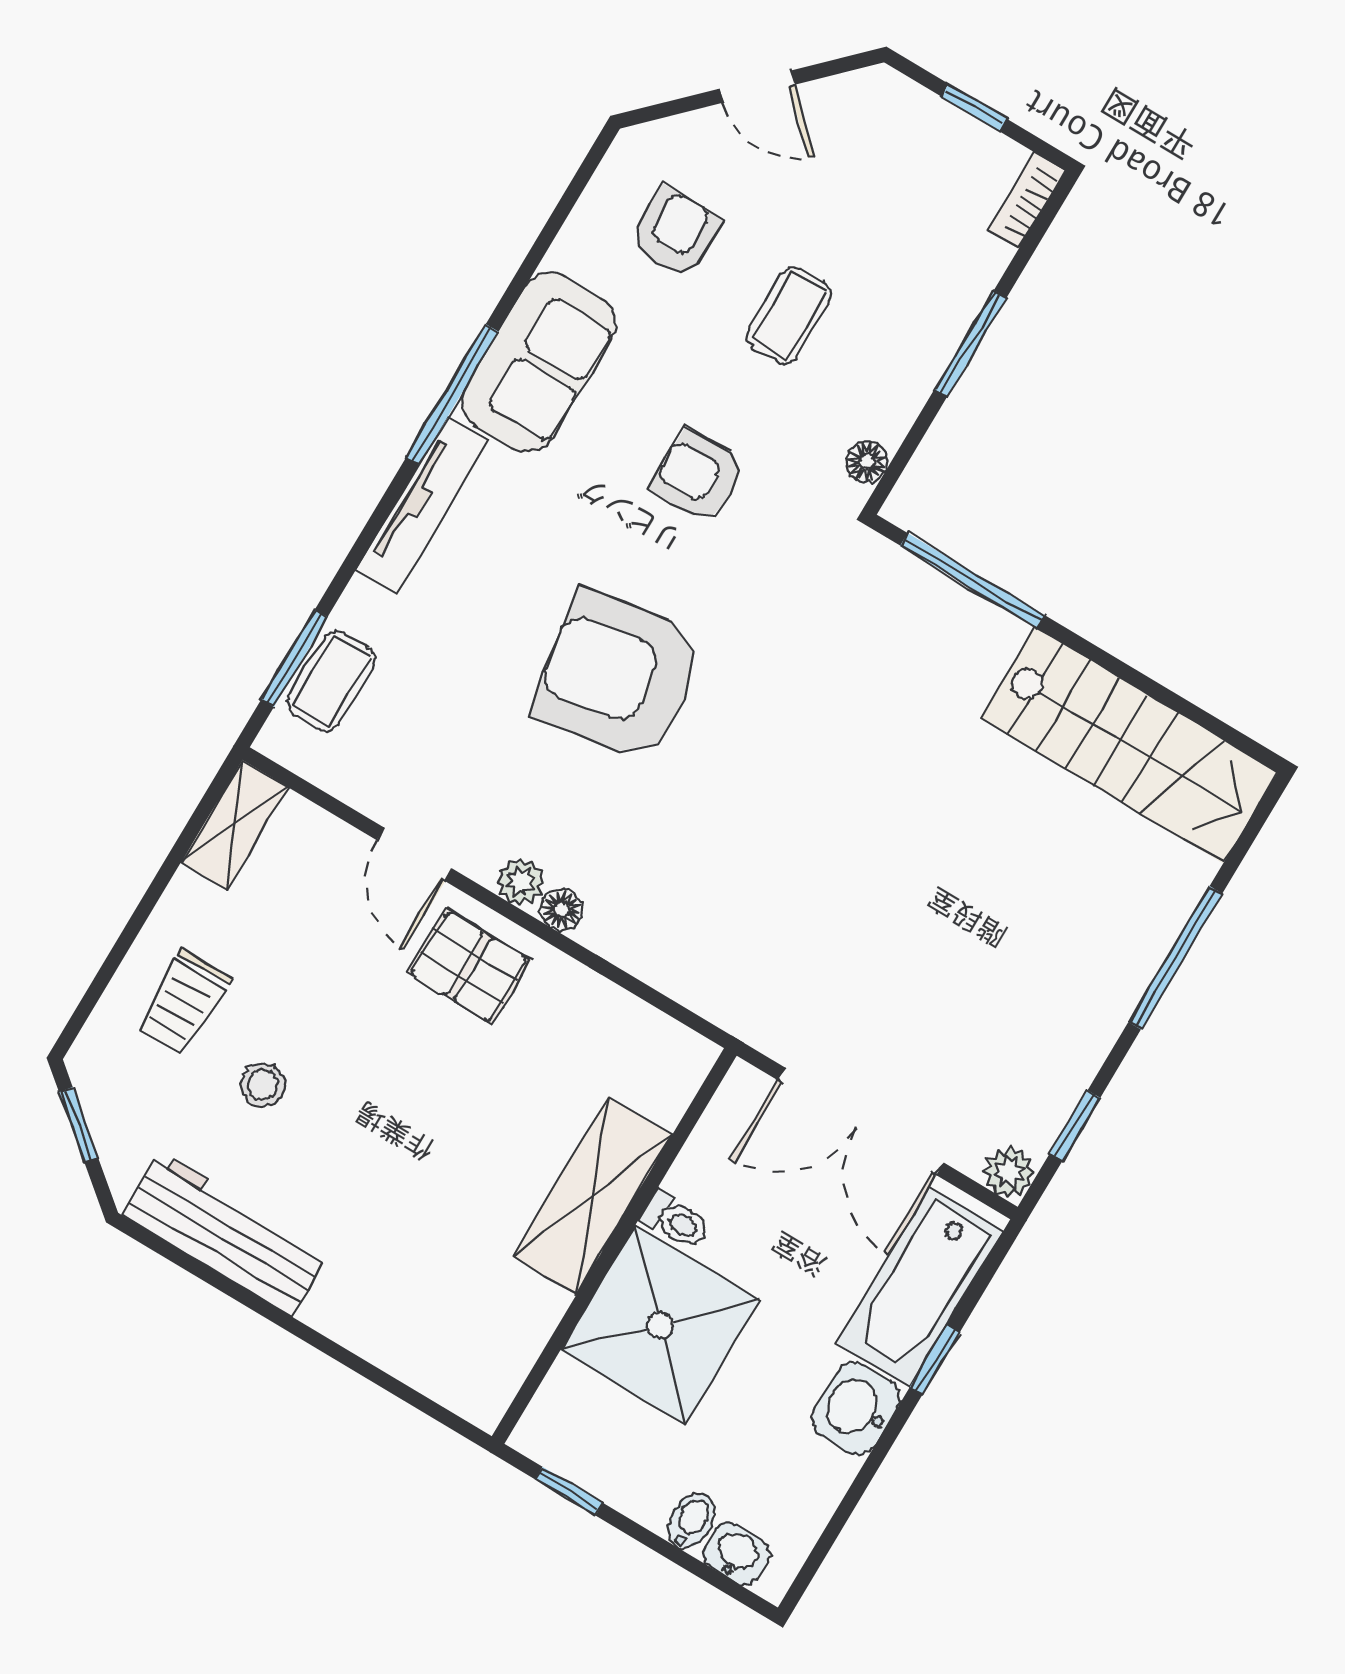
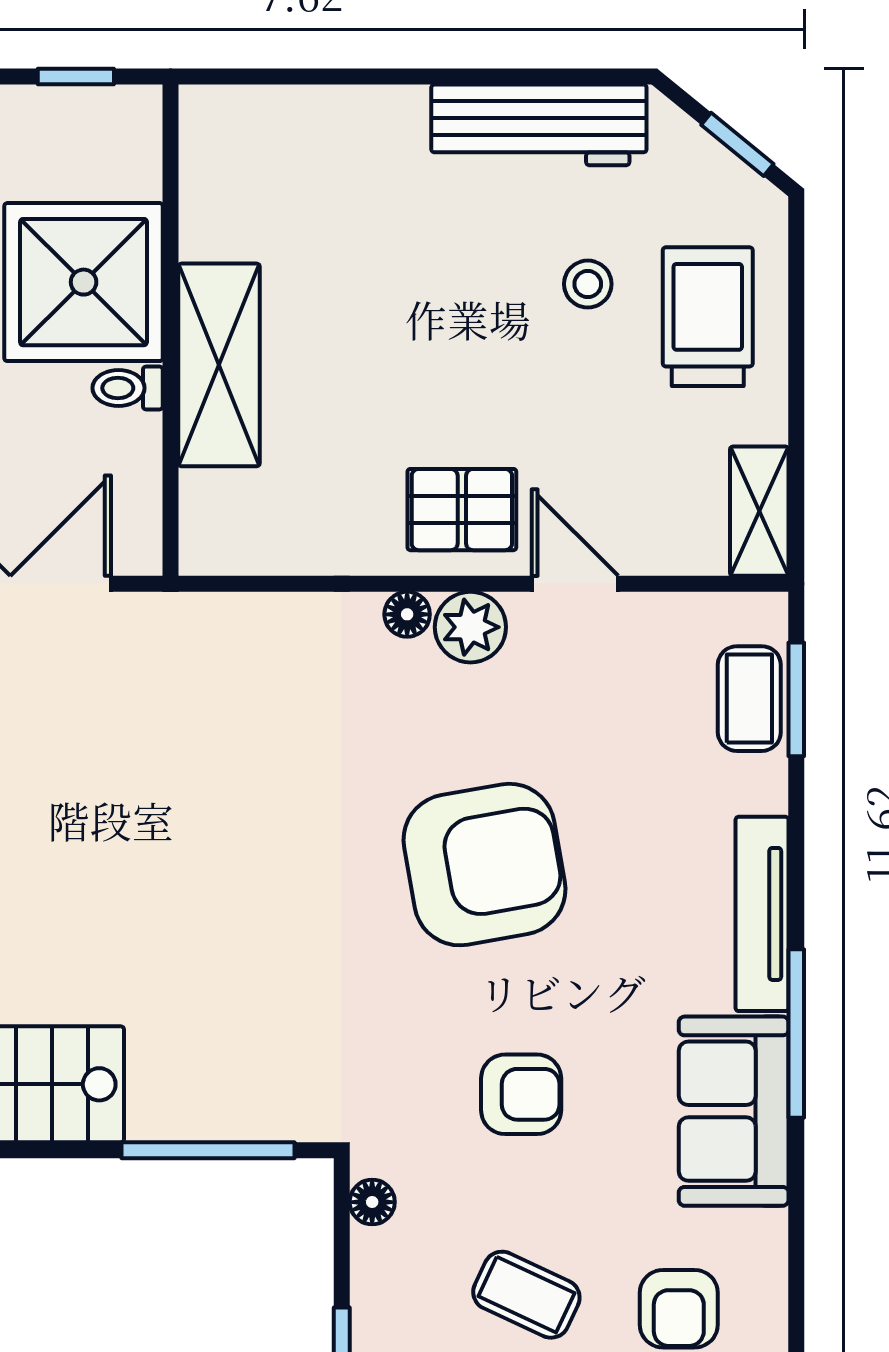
coffee table: (789, 316) -> (526, 1295), turned -65
plant: (521, 882) -> (470, 627), width x1.38, depth x1.38
trolley: (183, 1003) -> (708, 317), width x1.36, depth x1.39

